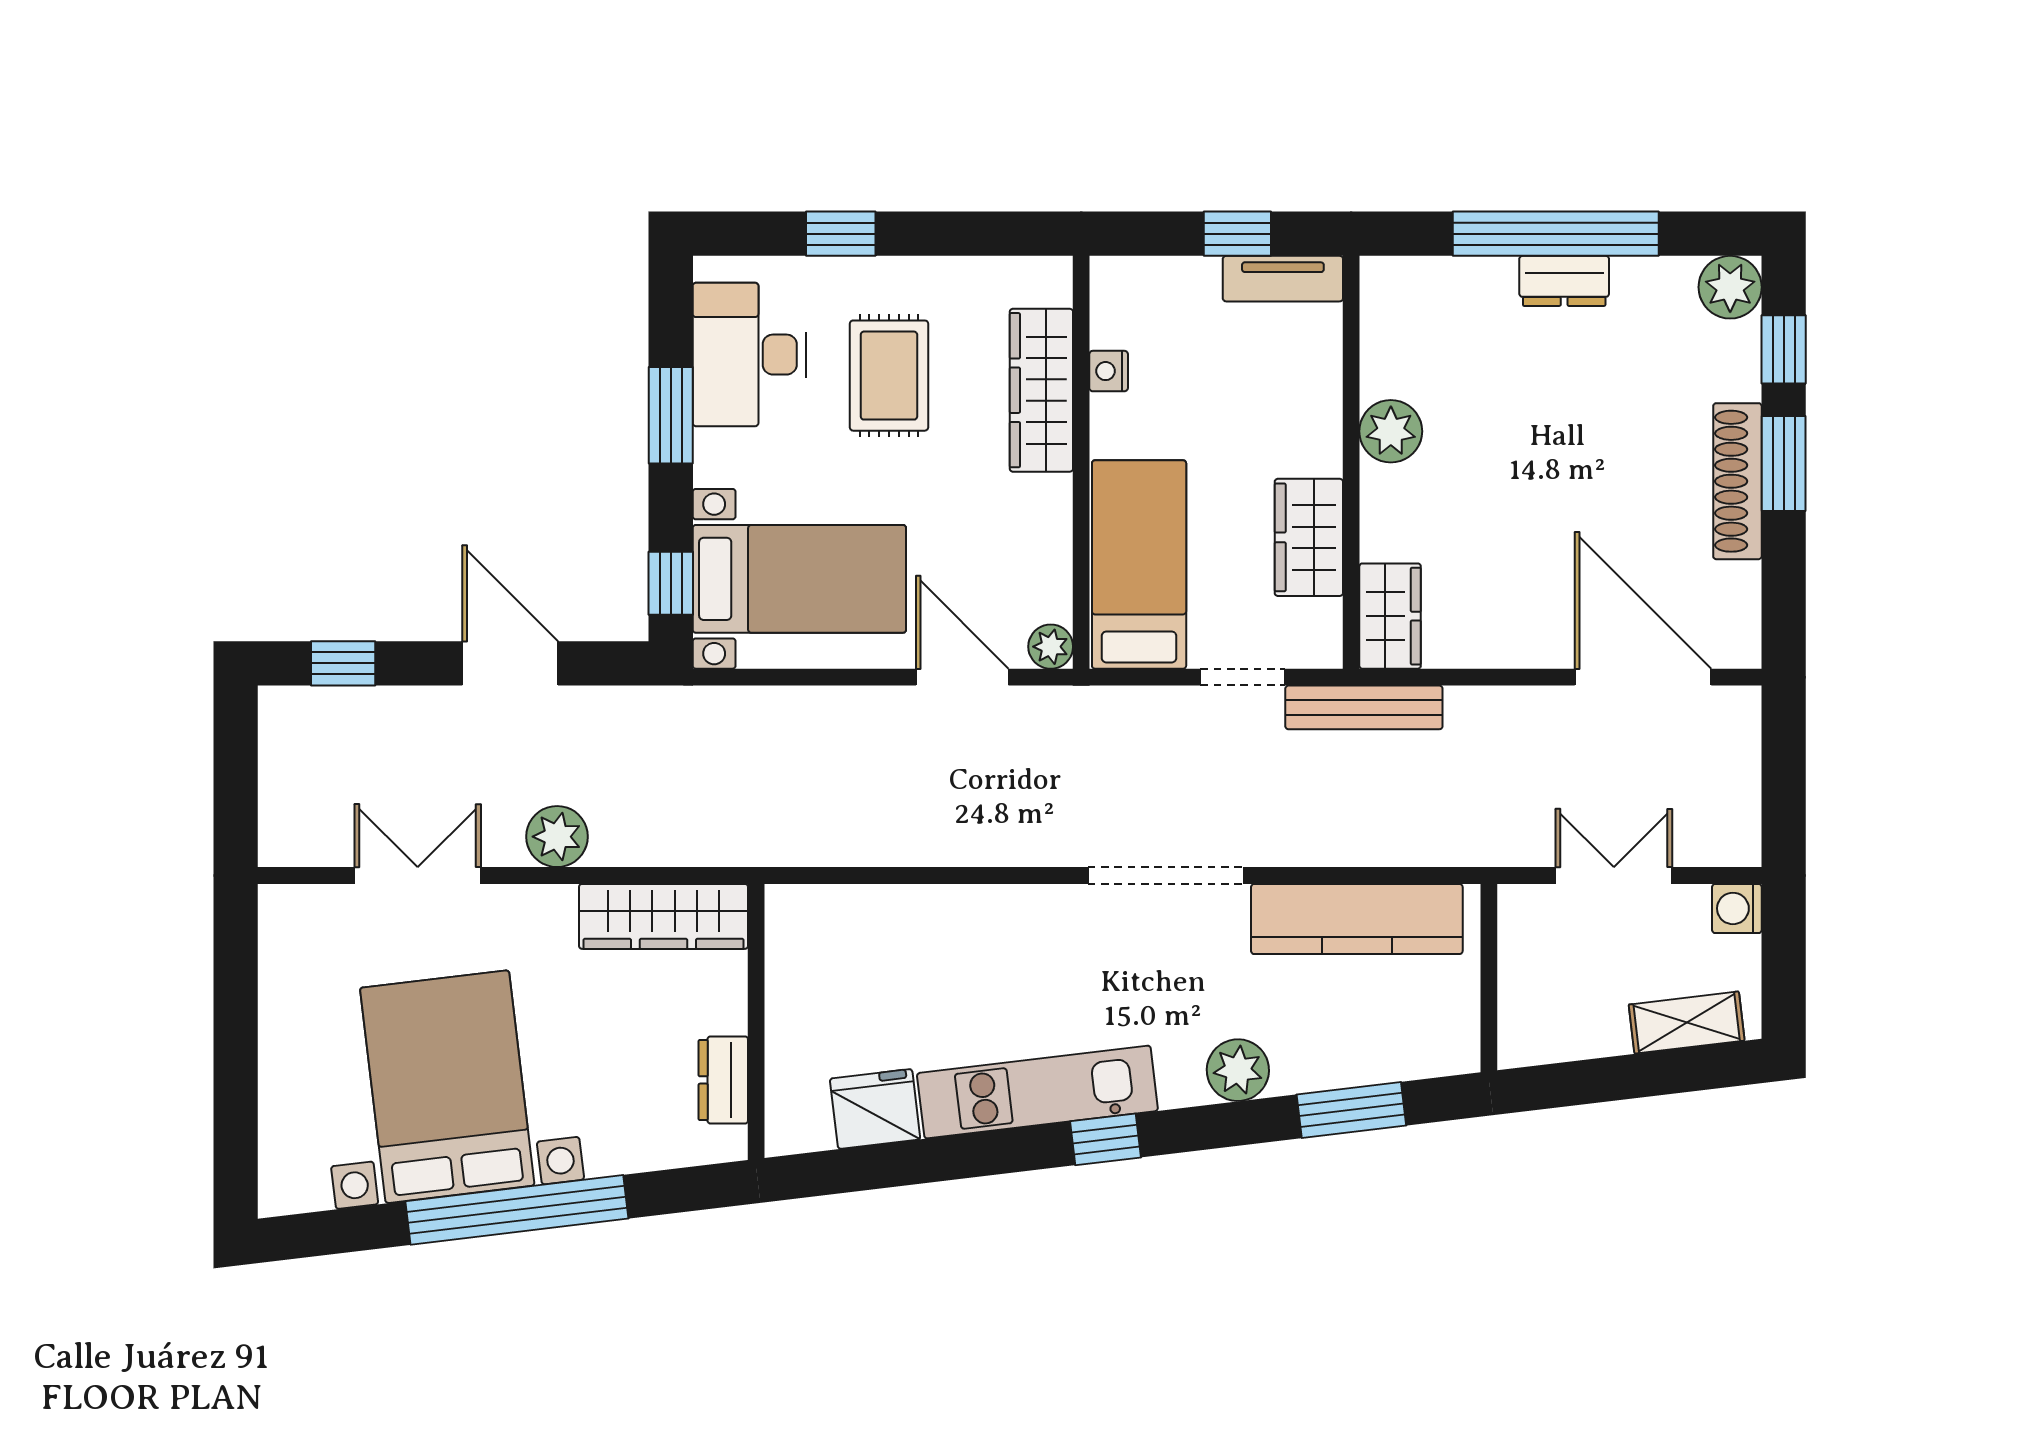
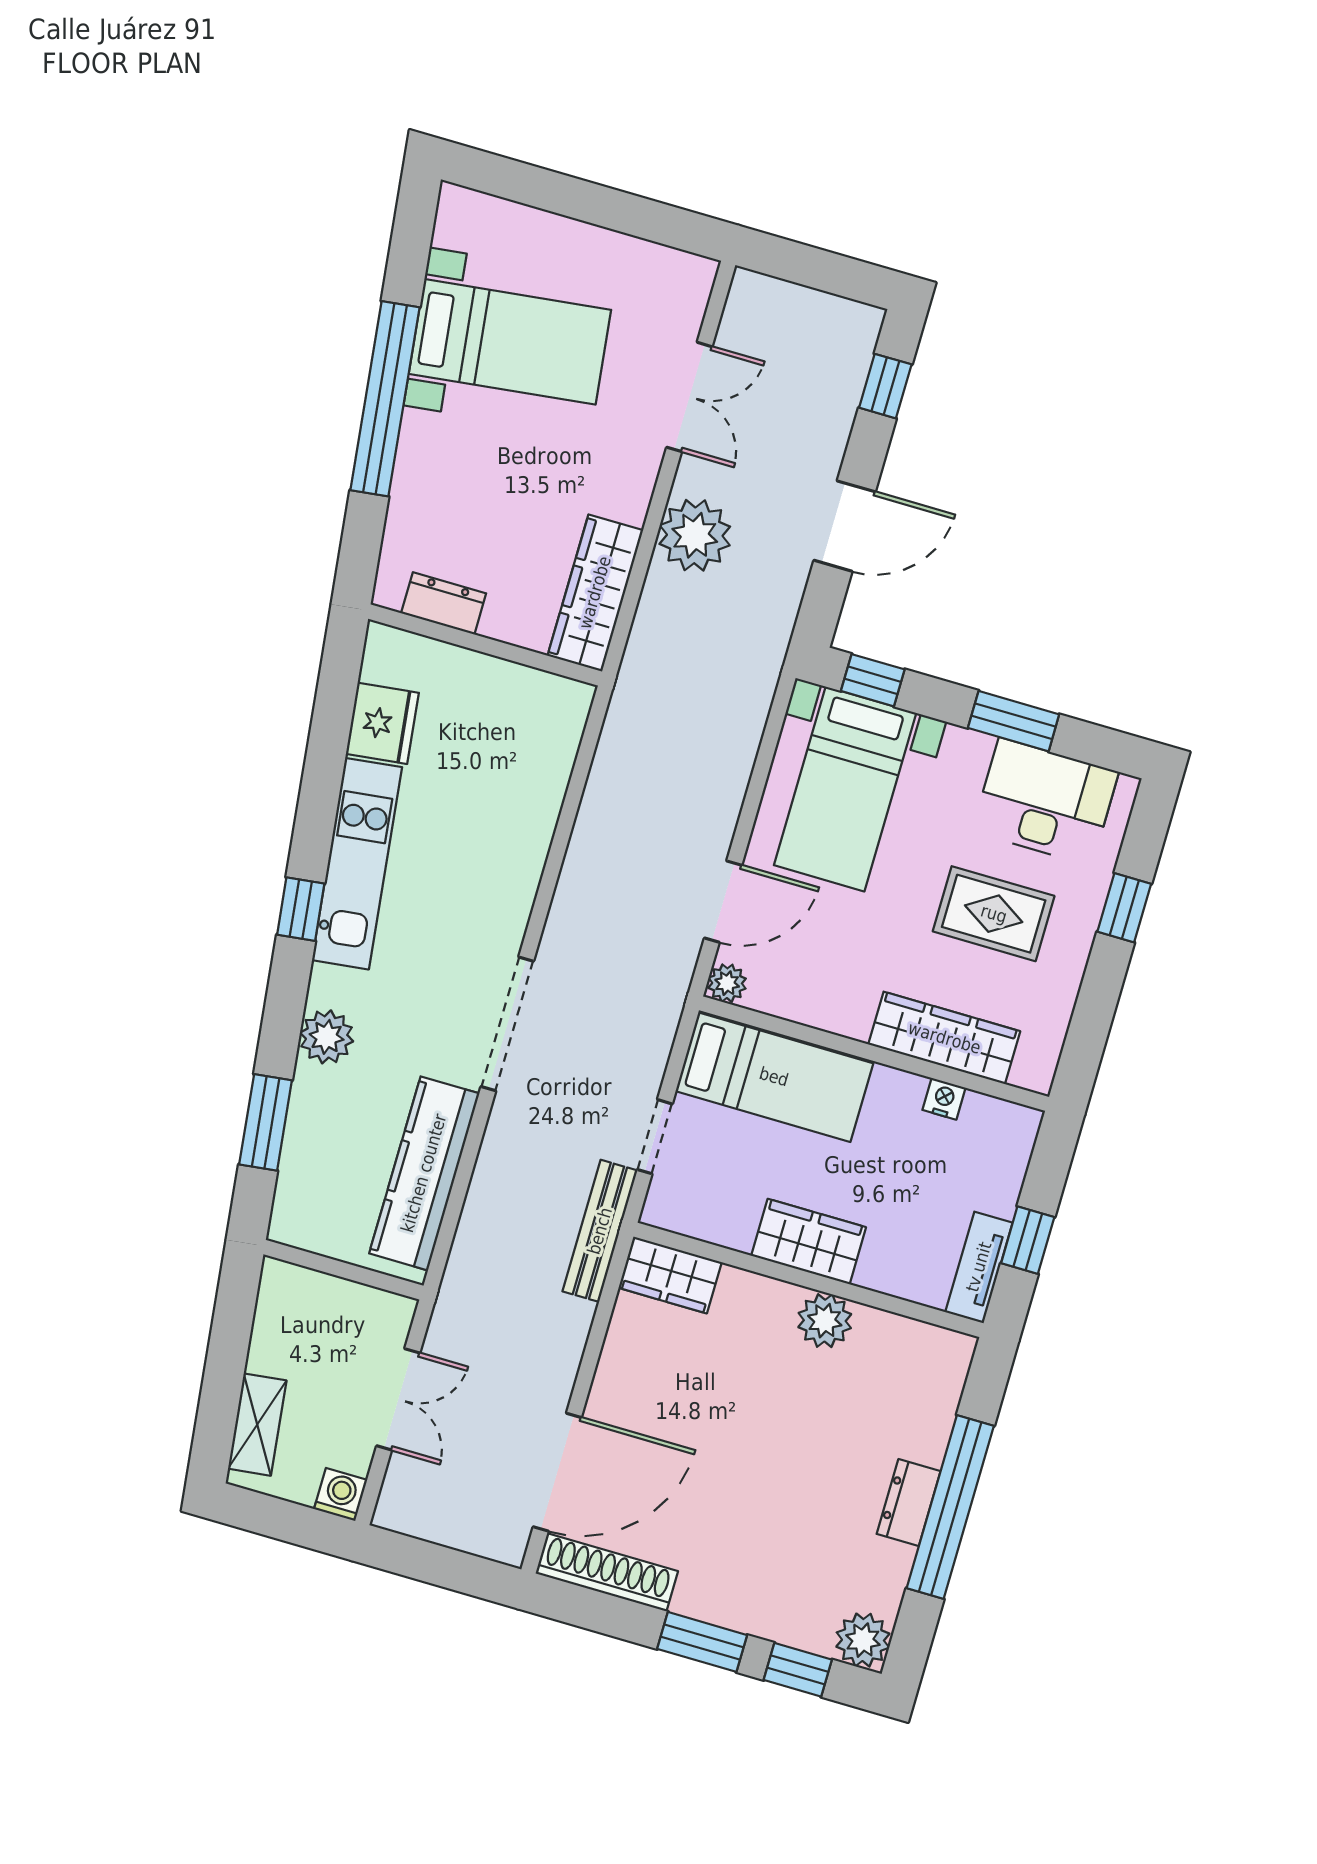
shoe rack: (1737, 481) -> (607, 1572), moved
wardrobe: (1309, 537) -> (809, 1241), moved
plant: (557, 837) -> (695, 535), width x1.36, depth x1.36
bed with nightstands: (447, 1087) -> (510, 342), width x0.73

